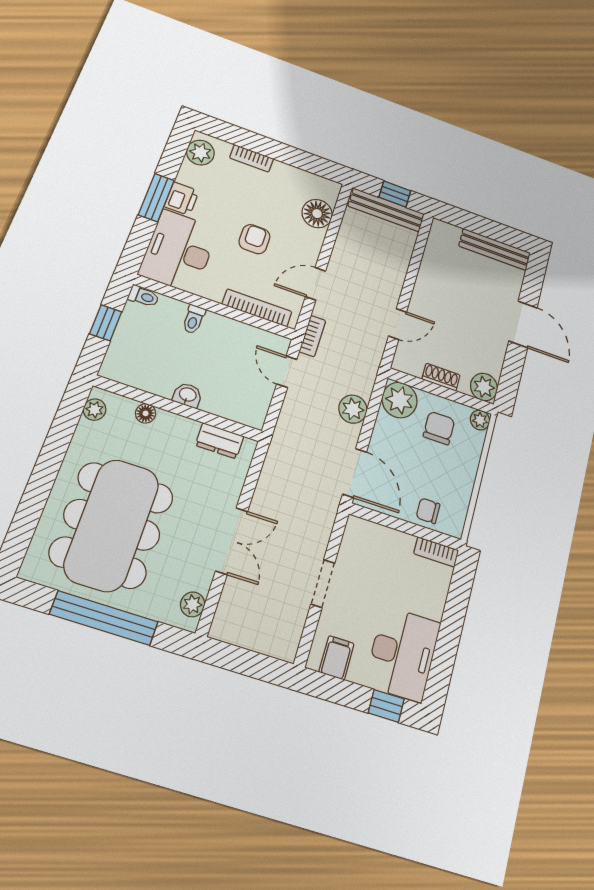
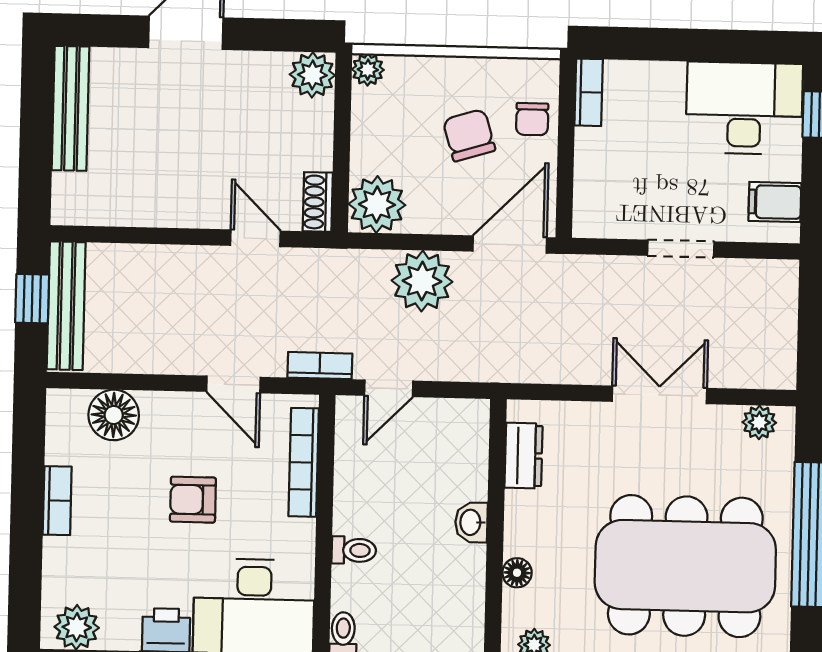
bookcase: (252, 158) -> (57, 501), moved
shoe rack: (441, 377) -> (318, 202), moved
plant: (353, 409) -> (422, 281), width x1.36, depth x1.36
chair: (439, 428) -> (469, 135), moved, turned 73

